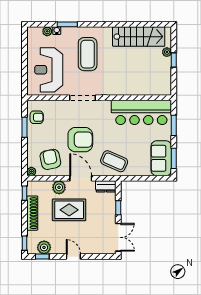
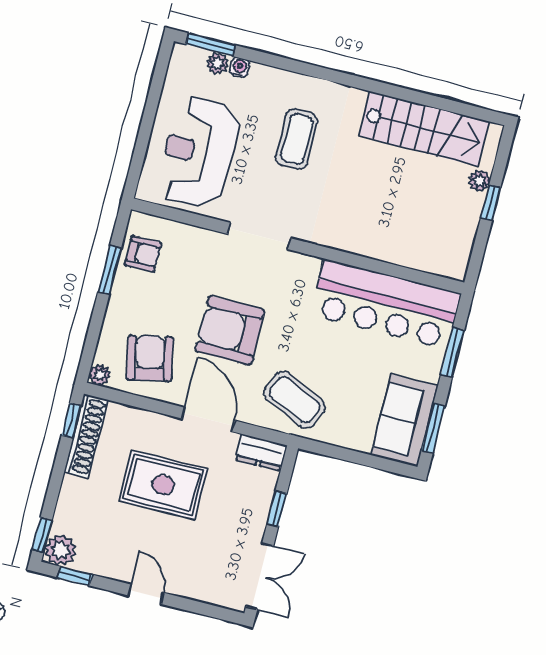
window: (67, 24) -> (211, 45), moved
coffee table: (88, 54) -> (297, 139), width x0.73, depth x0.76
armchair: (80, 140) -> (230, 330), turned 180
plant: (59, 187) -> (153, 427), removed
shoe rack: (32, 213) -> (86, 436), moved
plant: (44, 247) -> (60, 550), moved

